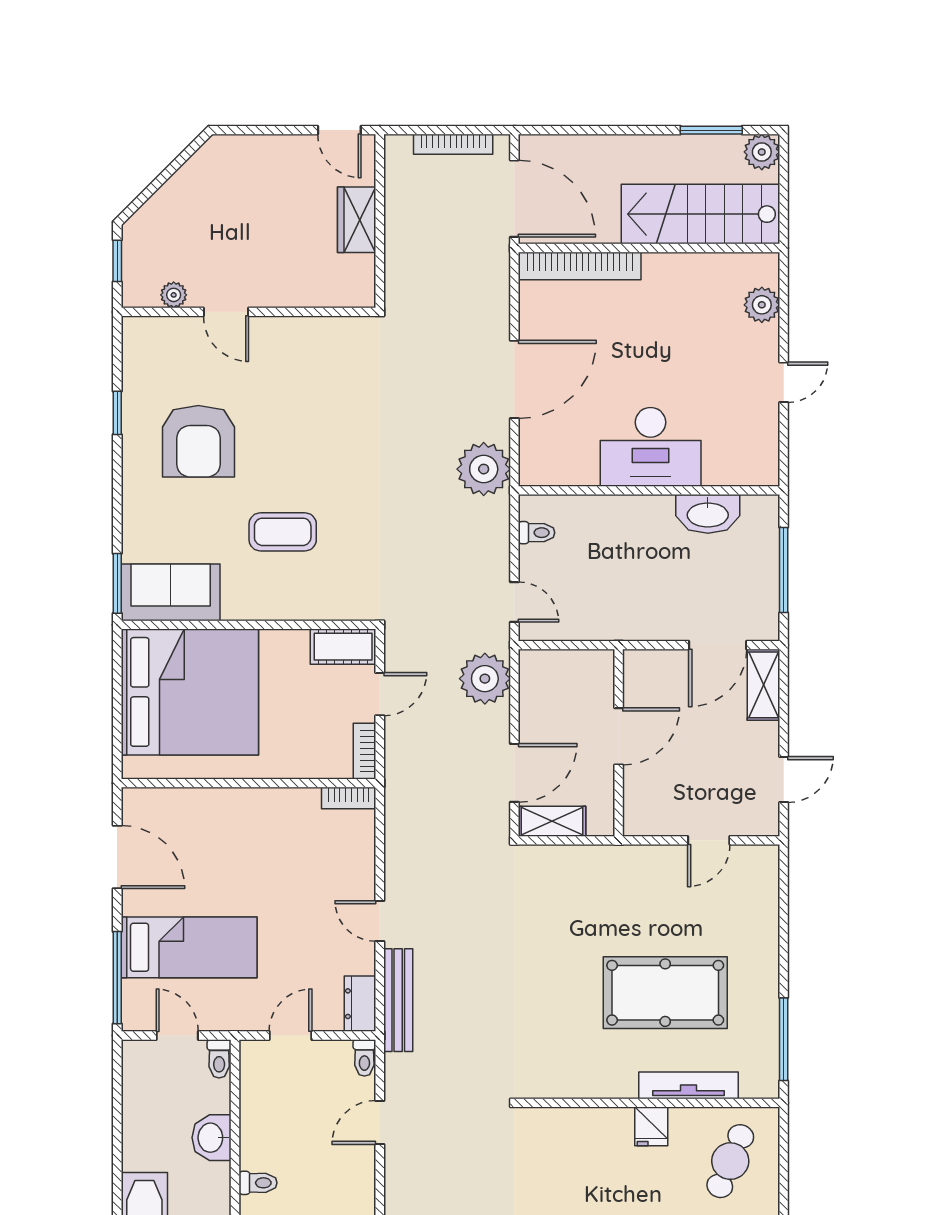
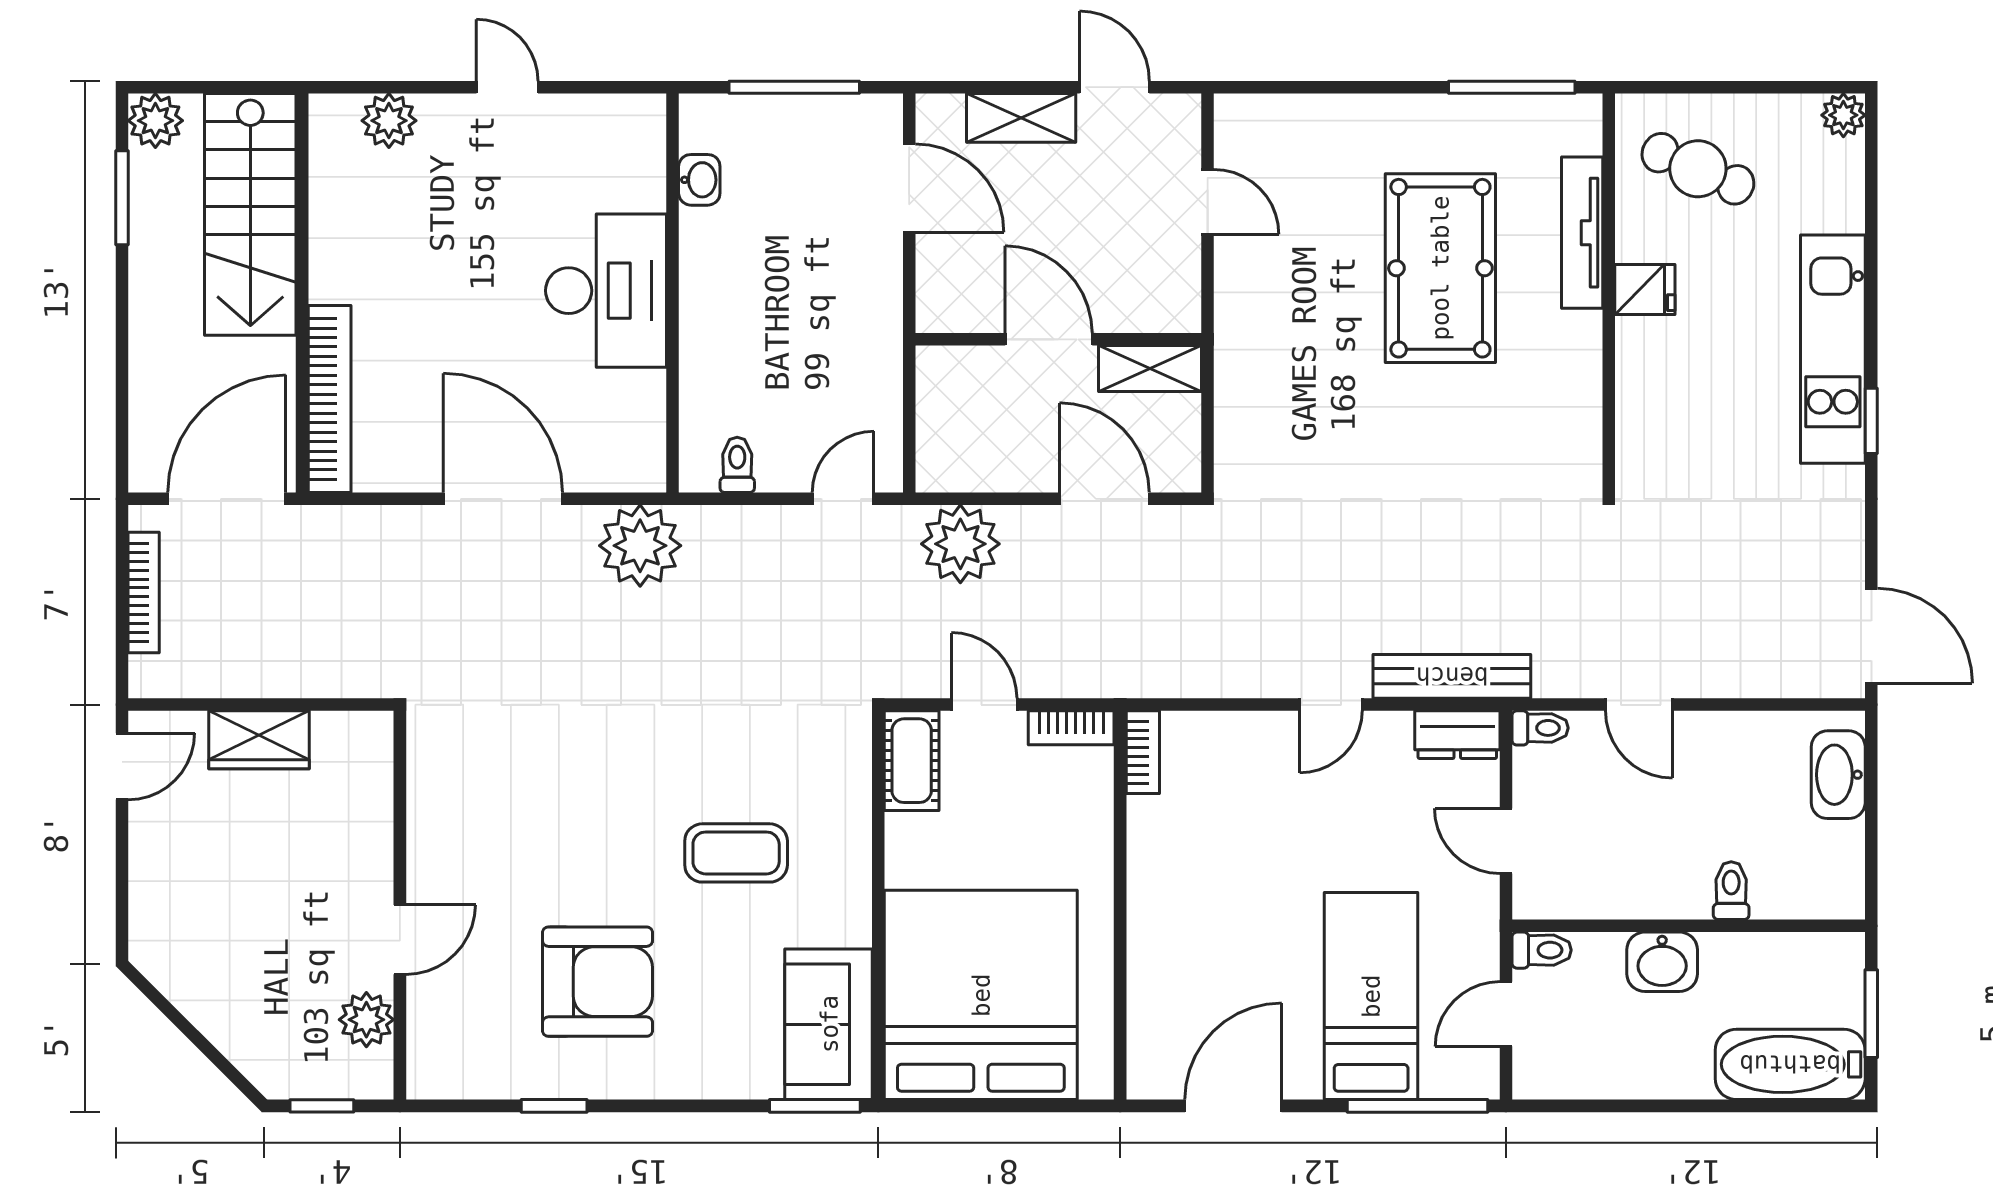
plant: (174, 295) -> (366, 1020), width x1.38, depth x1.38
washbasin: (708, 514) -> (699, 180), width x0.52, depth x0.69
coffee table: (283, 532) -> (736, 853), turned 90
shelving: (763, 685) -> (1021, 118), moved
shelving: (552, 821) -> (1150, 369), moved, turned 90

